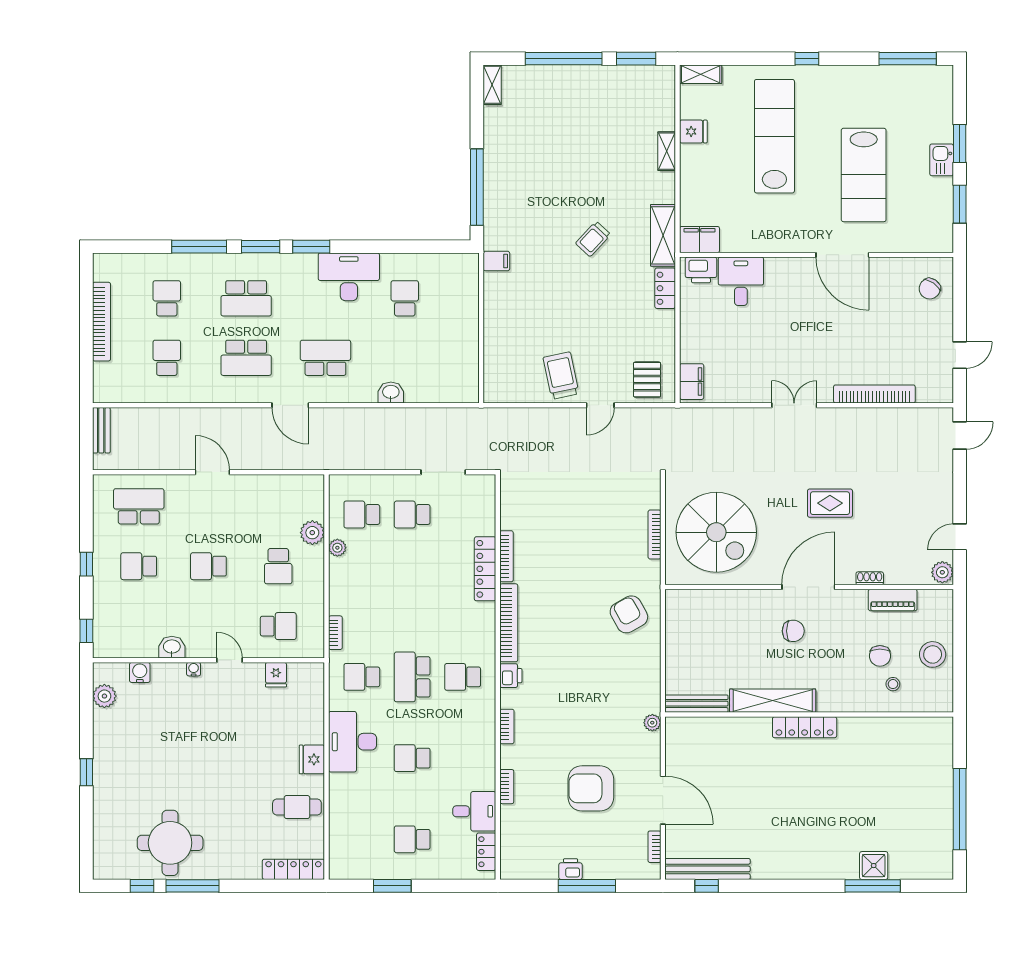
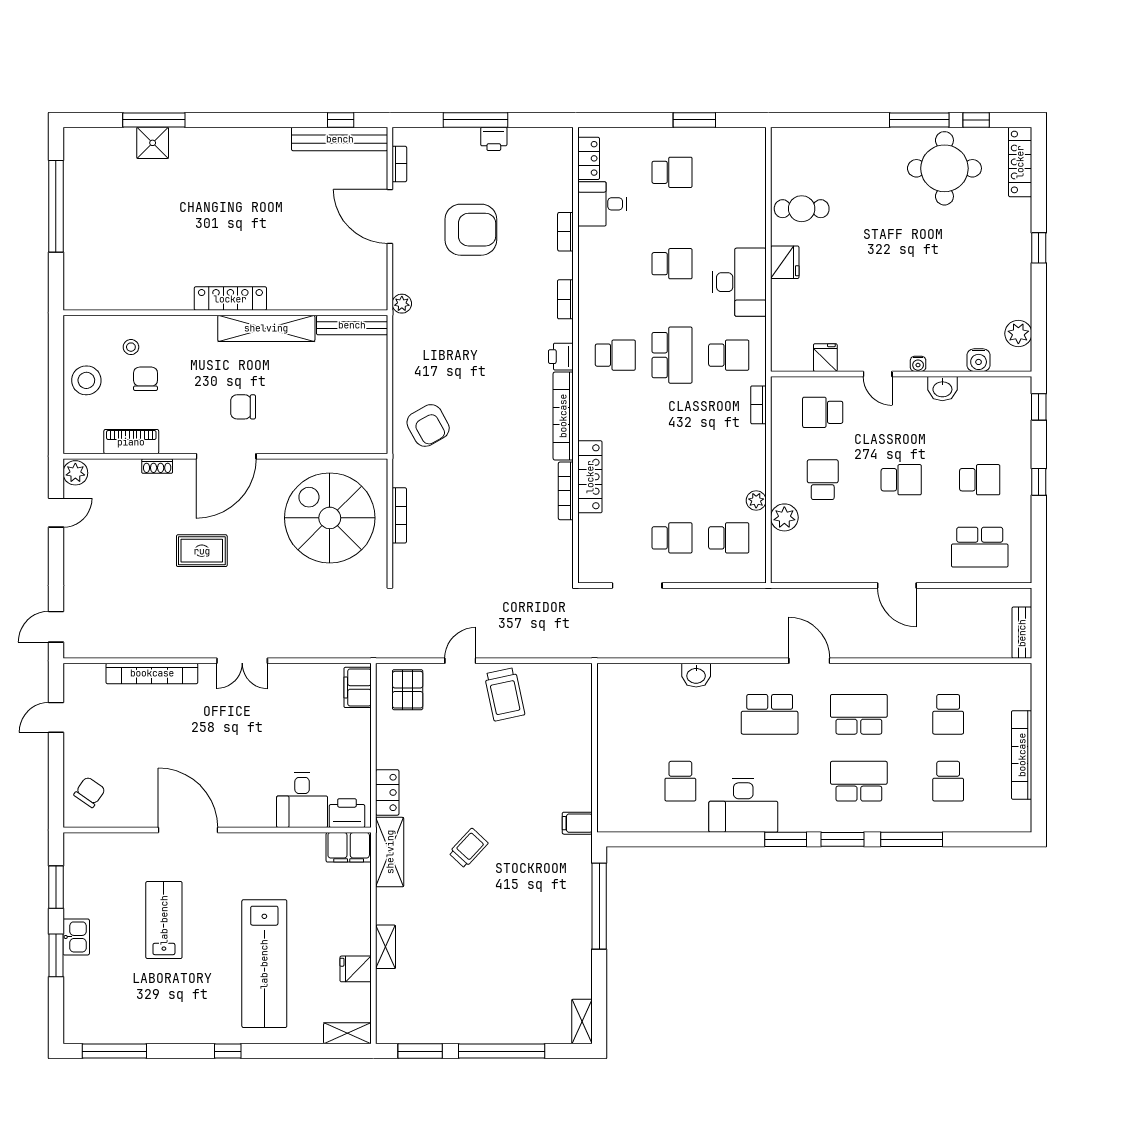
lab bench: (864, 175) -> (164, 920), width x0.73, depth x0.72
locker: (293, 869) -> (1020, 162), moved, turned 90

